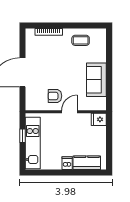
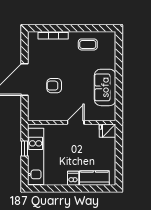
armchair: (55, 96) -> (54, 86), moved

